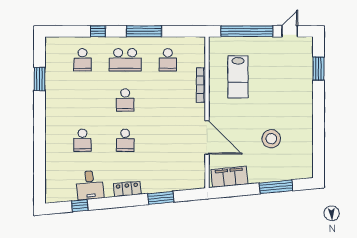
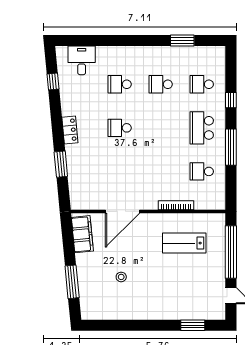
school desk: (125, 100) -> (161, 84), moved
stool: (271, 139) -> (121, 277), width x0.53, depth x0.53
desk: (90, 185) -> (82, 60), moved, turned 95

